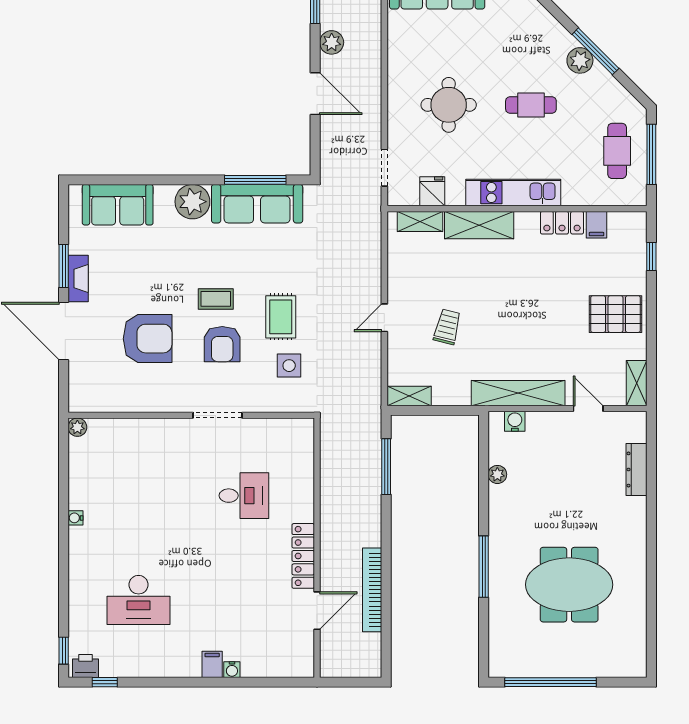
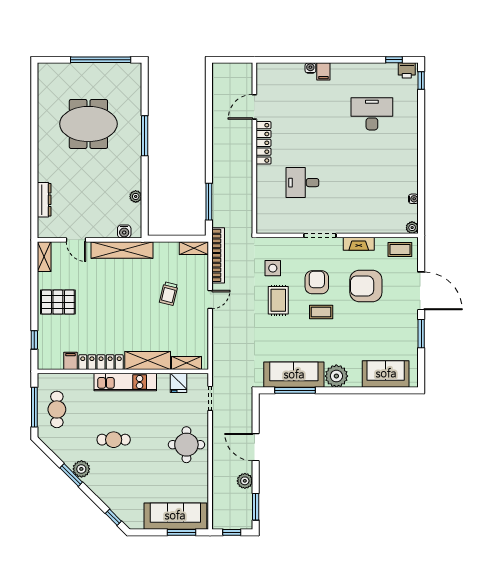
window: (595, 51) -> (71, 475), width x0.69
round table: (449, 105) -> (186, 445), moved
locker: (562, 223) -> (101, 362), width x1.53
fireplace: (78, 279) -> (359, 244), moved, turned -90
coffee table: (96, 394) -> (400, 249), added
water cooler: (75, 518) -> (413, 199), moved
bookcase: (372, 590) -> (218, 255), moved

